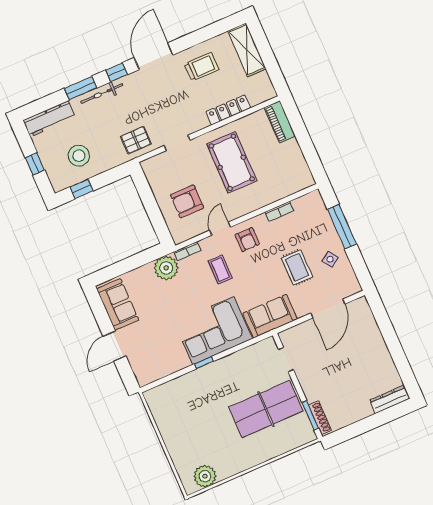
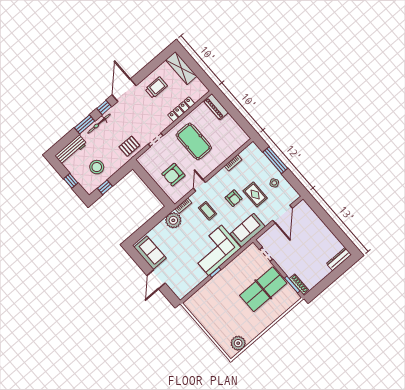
armchair: (247, 240) -> (234, 198), moved

